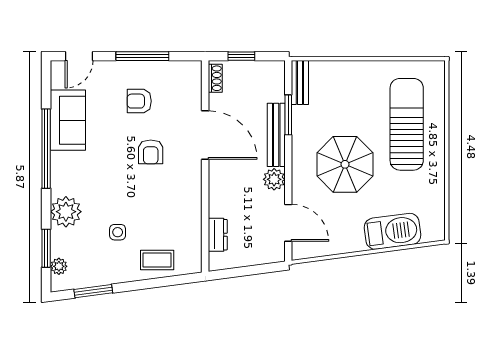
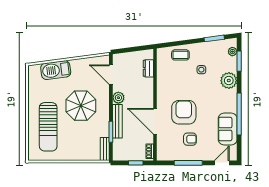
armchair: (151, 152) -> (184, 112), width x1.88, depth x1.88

